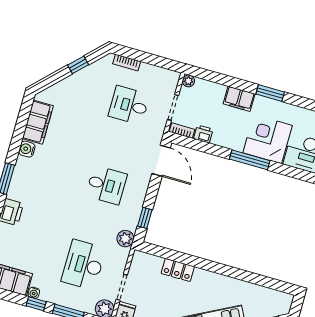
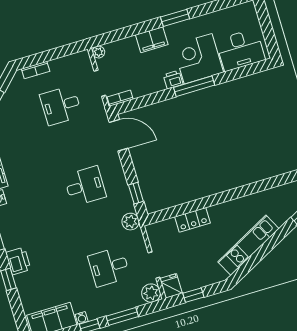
printer: (203, 134) -> (173, 80), moved
desk: (84, 265) -> (109, 267), width x0.73

